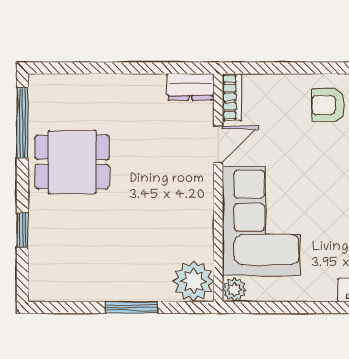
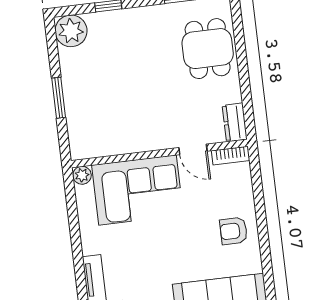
armchair: (328, 105) -> (234, 231), turned -90
dining table: (72, 162) -> (208, 49), moved
plant: (194, 281) -> (71, 31), moved

